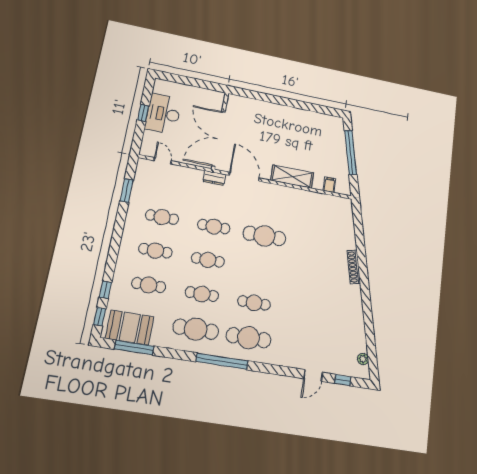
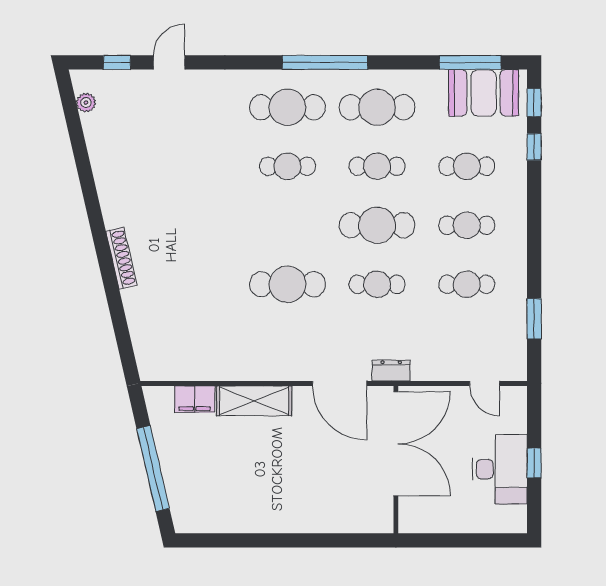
filing cabinet: (329, 185) -> (195, 399), width x2.00
cafe table: (208, 260) -> (377, 225), width x1.37, depth x1.35

